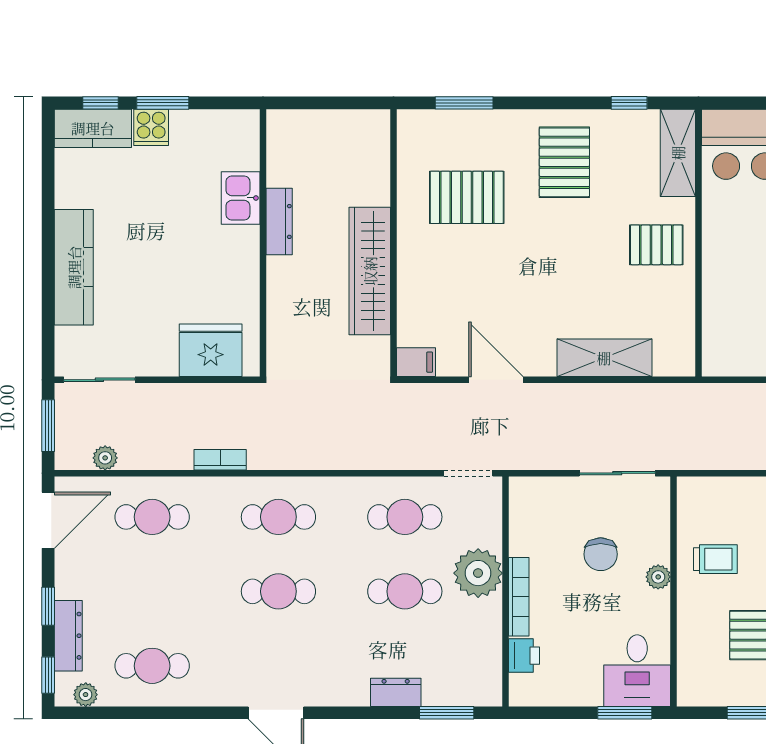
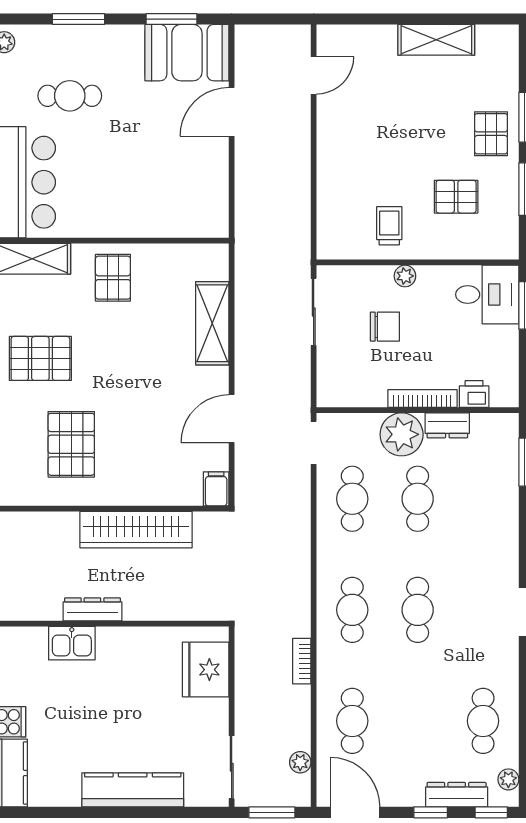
dresser: (396, 692) -> (447, 425), moved, turned -90

